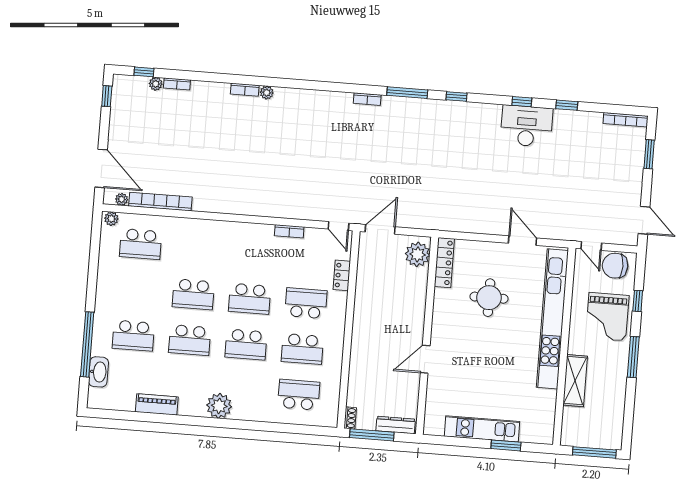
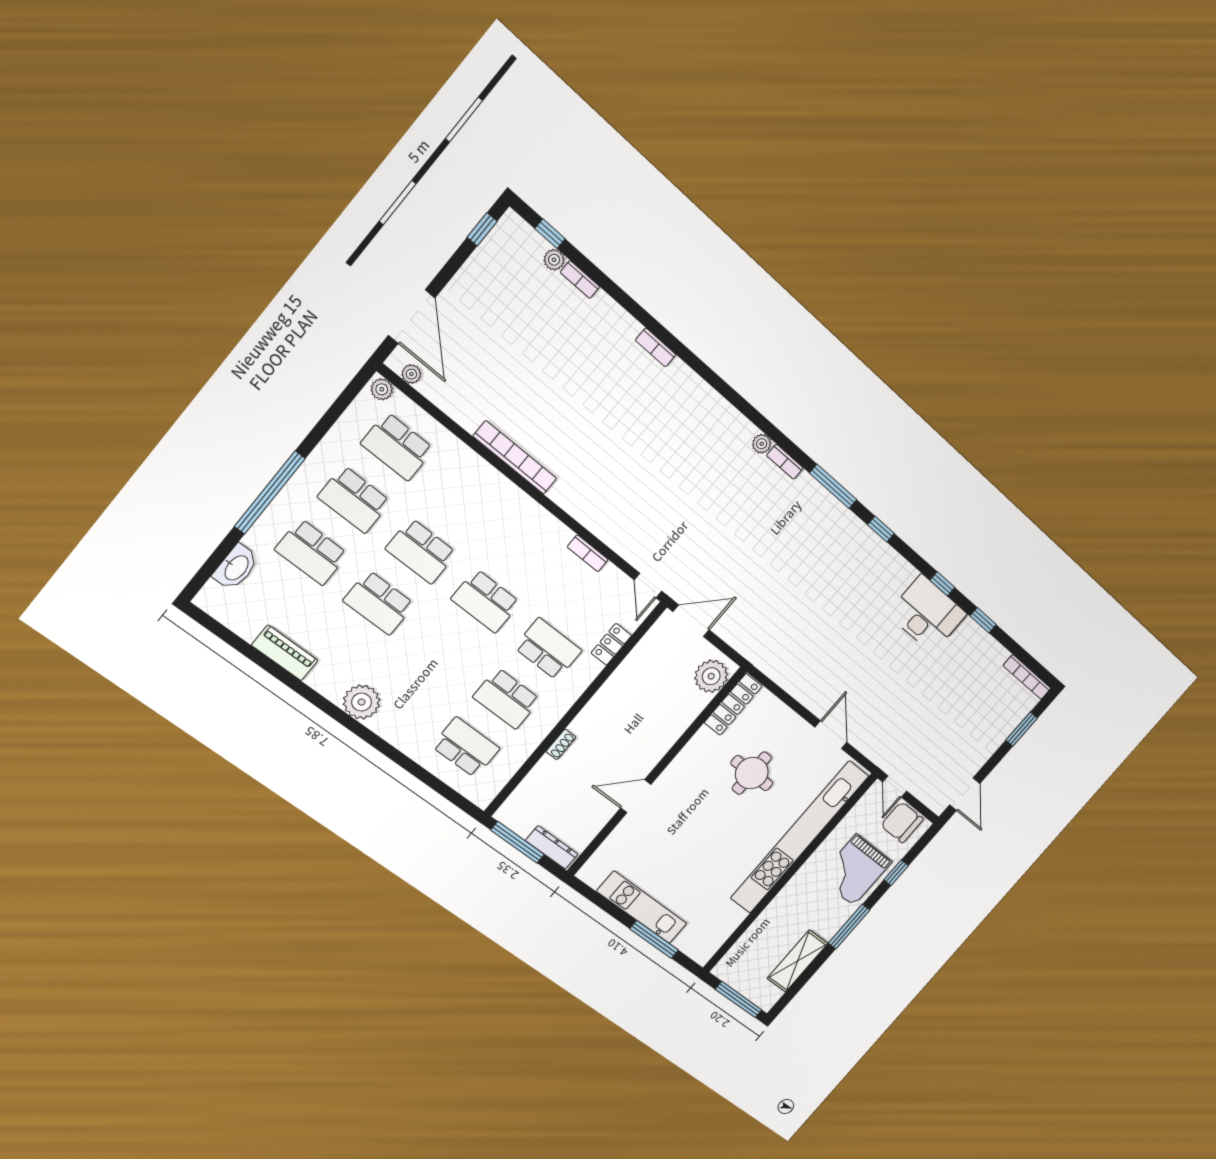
plant: (267, 93) -> (762, 444), moved
bookcase: (160, 202) -> (515, 457), moved
window: (87, 344) -> (270, 493), moved
school desk: (246, 344) -> (354, 499), moved
shelving: (575, 381) -> (797, 961), moved
shoe rack: (350, 418) -> (561, 744), moved
window: (506, 445) -> (654, 940), width x1.44

